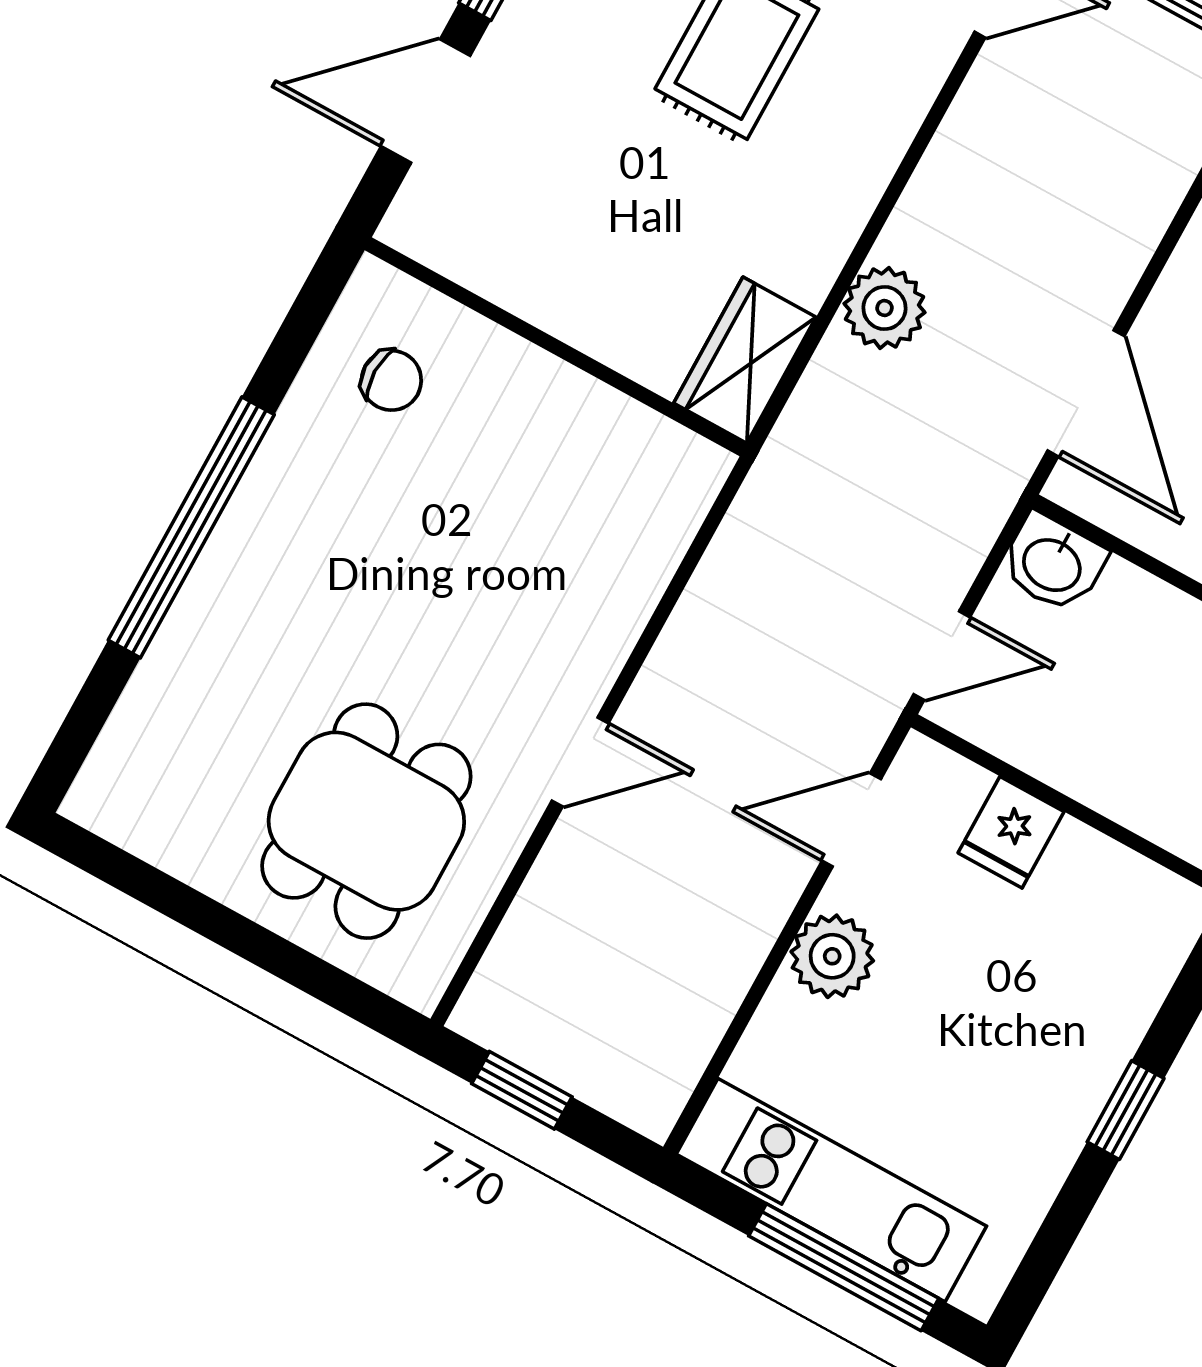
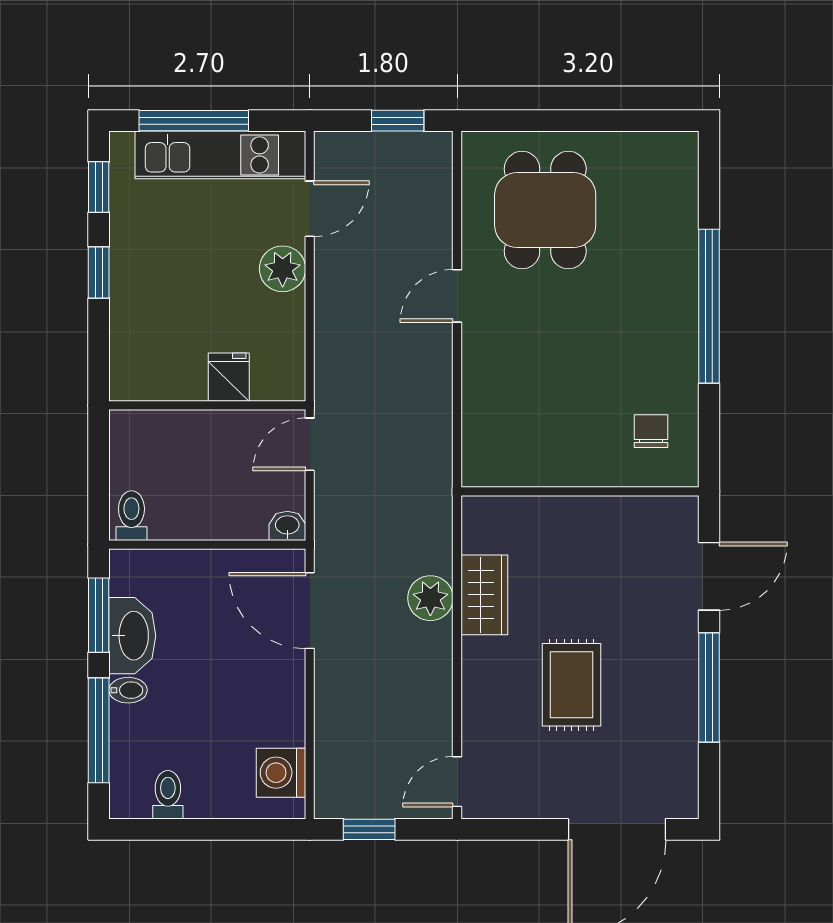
wardrobe: (745, 360) -> (484, 595), moved
chair: (391, 380) -> (651, 431), turned 90
washbasin: (1053, 563) -> (287, 526), width x0.72, depth x0.69
door: (851, 820) -> (310, 209), moved
window: (1051, 1245) -> (99, 187), added

